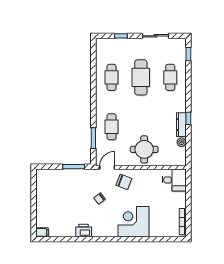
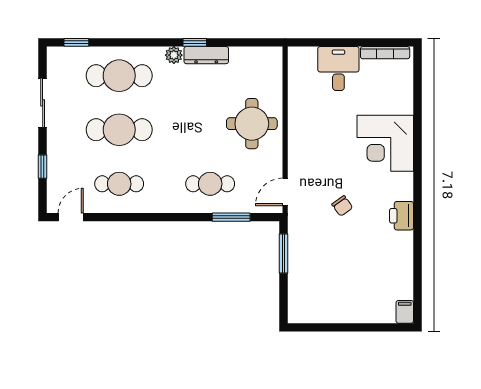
door: (93, 51) -> (71, 217), added
cafe table: (170, 77) -> (119, 76), width x1.37, depth x1.35
plant: (181, 142) -> (174, 55), moved
door: (107, 167) -> (285, 192), hinge flipped
desk: (174, 180) -> (338, 69), moved
chair: (124, 182) -> (312, 161), removed
printer: (84, 231) -> (402, 216), moved

